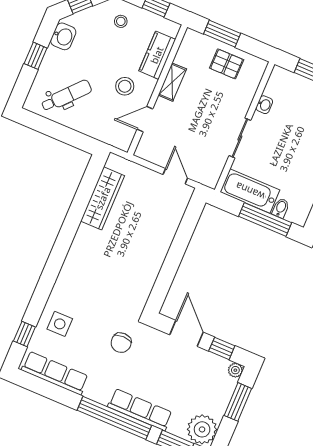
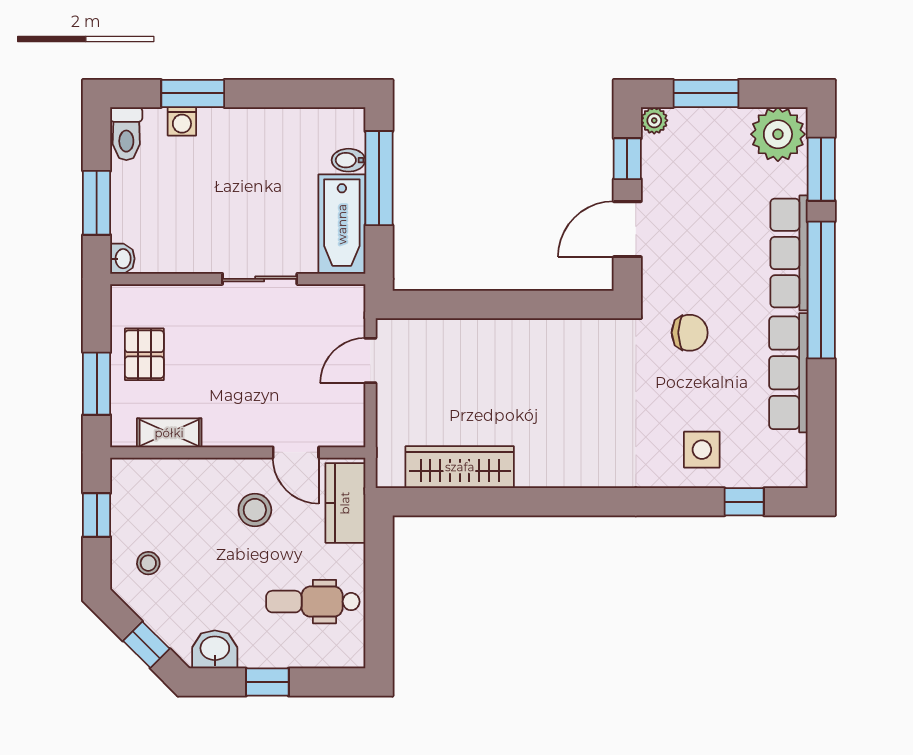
kitchen counter: (157, 55) -> (345, 503), moved, turned 90
shelving: (172, 82) -> (169, 433), moved
dental chair: (66, 96) -> (313, 602), turned -42
washbasin: (264, 105) -> (122, 259), moved, turned 90
row of seats: (55, 373) -> (788, 373), moved

